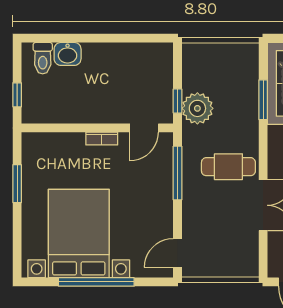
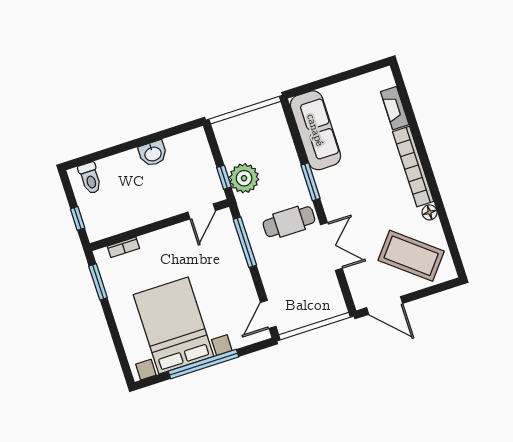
washbasin: (68, 54) -> (153, 153), moved
window: (263, 100) -> (310, 182), moved
bookcase: (102, 139) -> (123, 247), moved
window: (17, 184) -> (98, 282), moved

